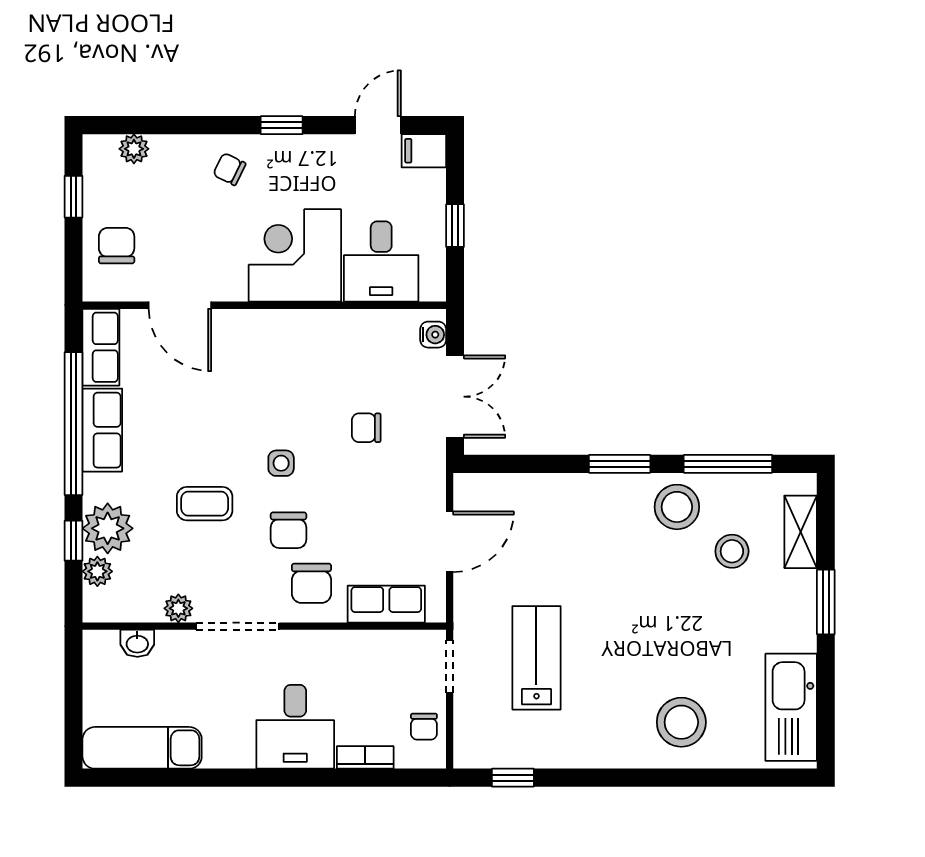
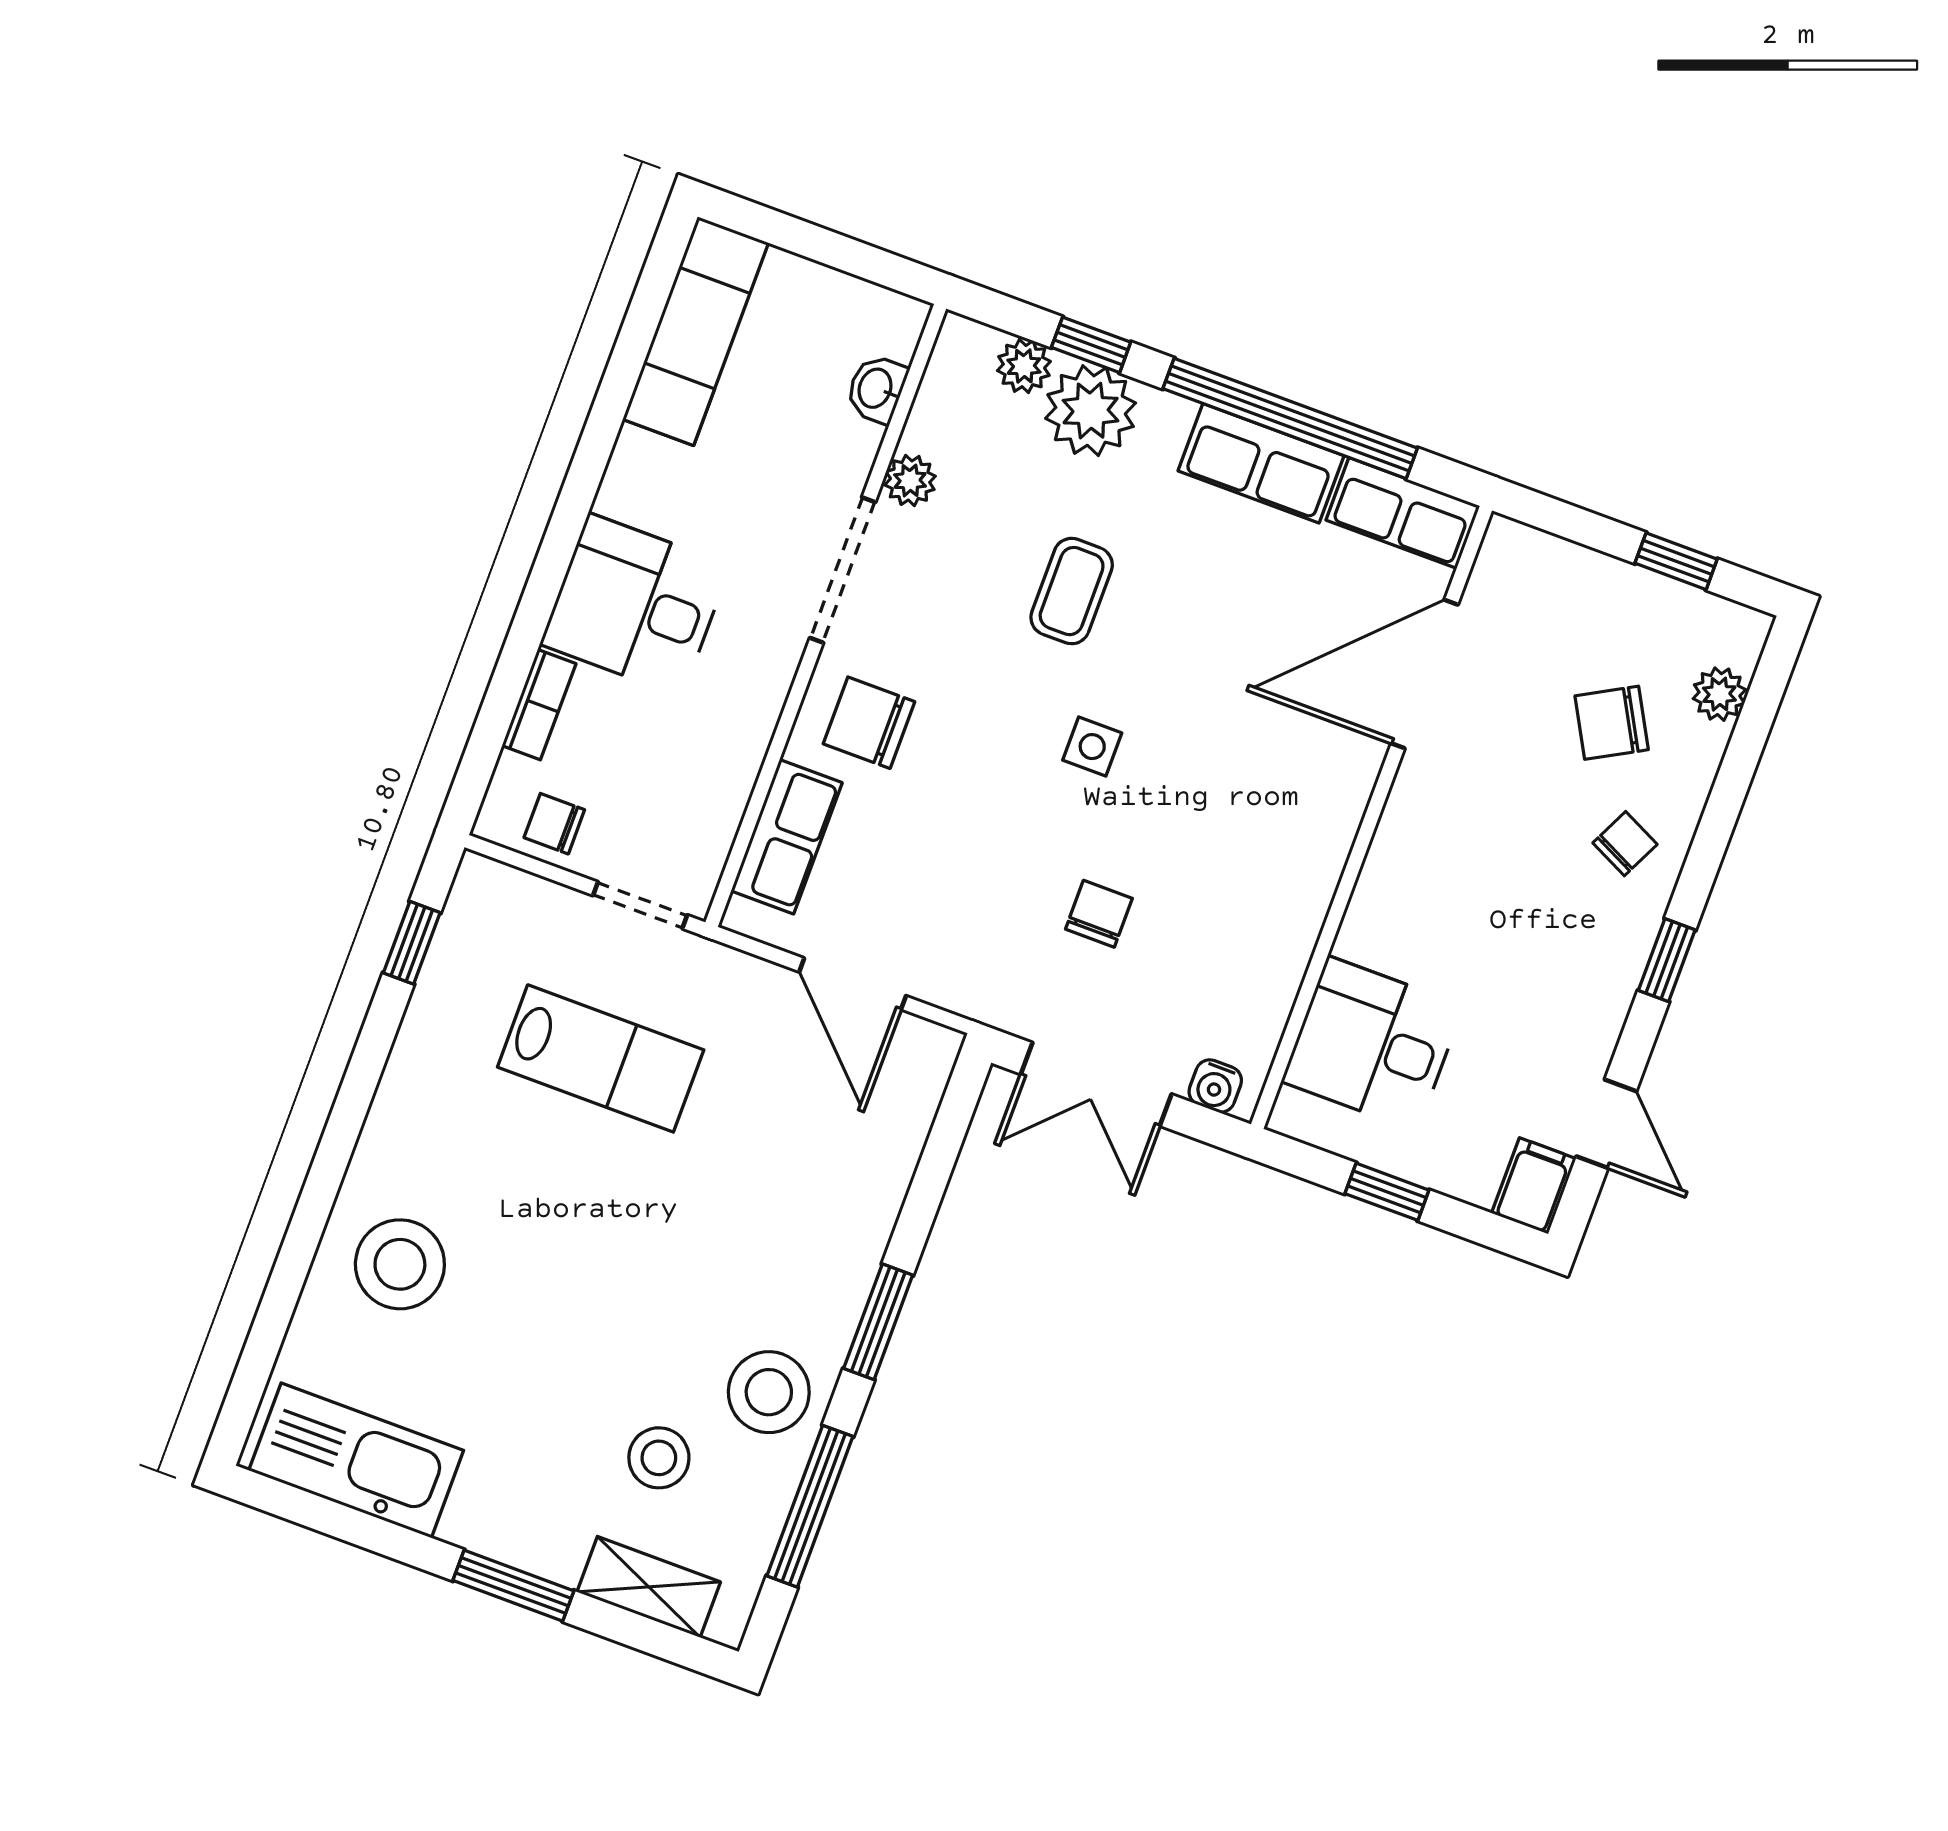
chair: (117, 246) -> (1612, 723), moved, turned 151
corner desk: (295, 255) -> (1437, 901), removed
door: (180, 305) -> (1425, 674), width x1.36
chair: (288, 530) -> (974, 717), removed

